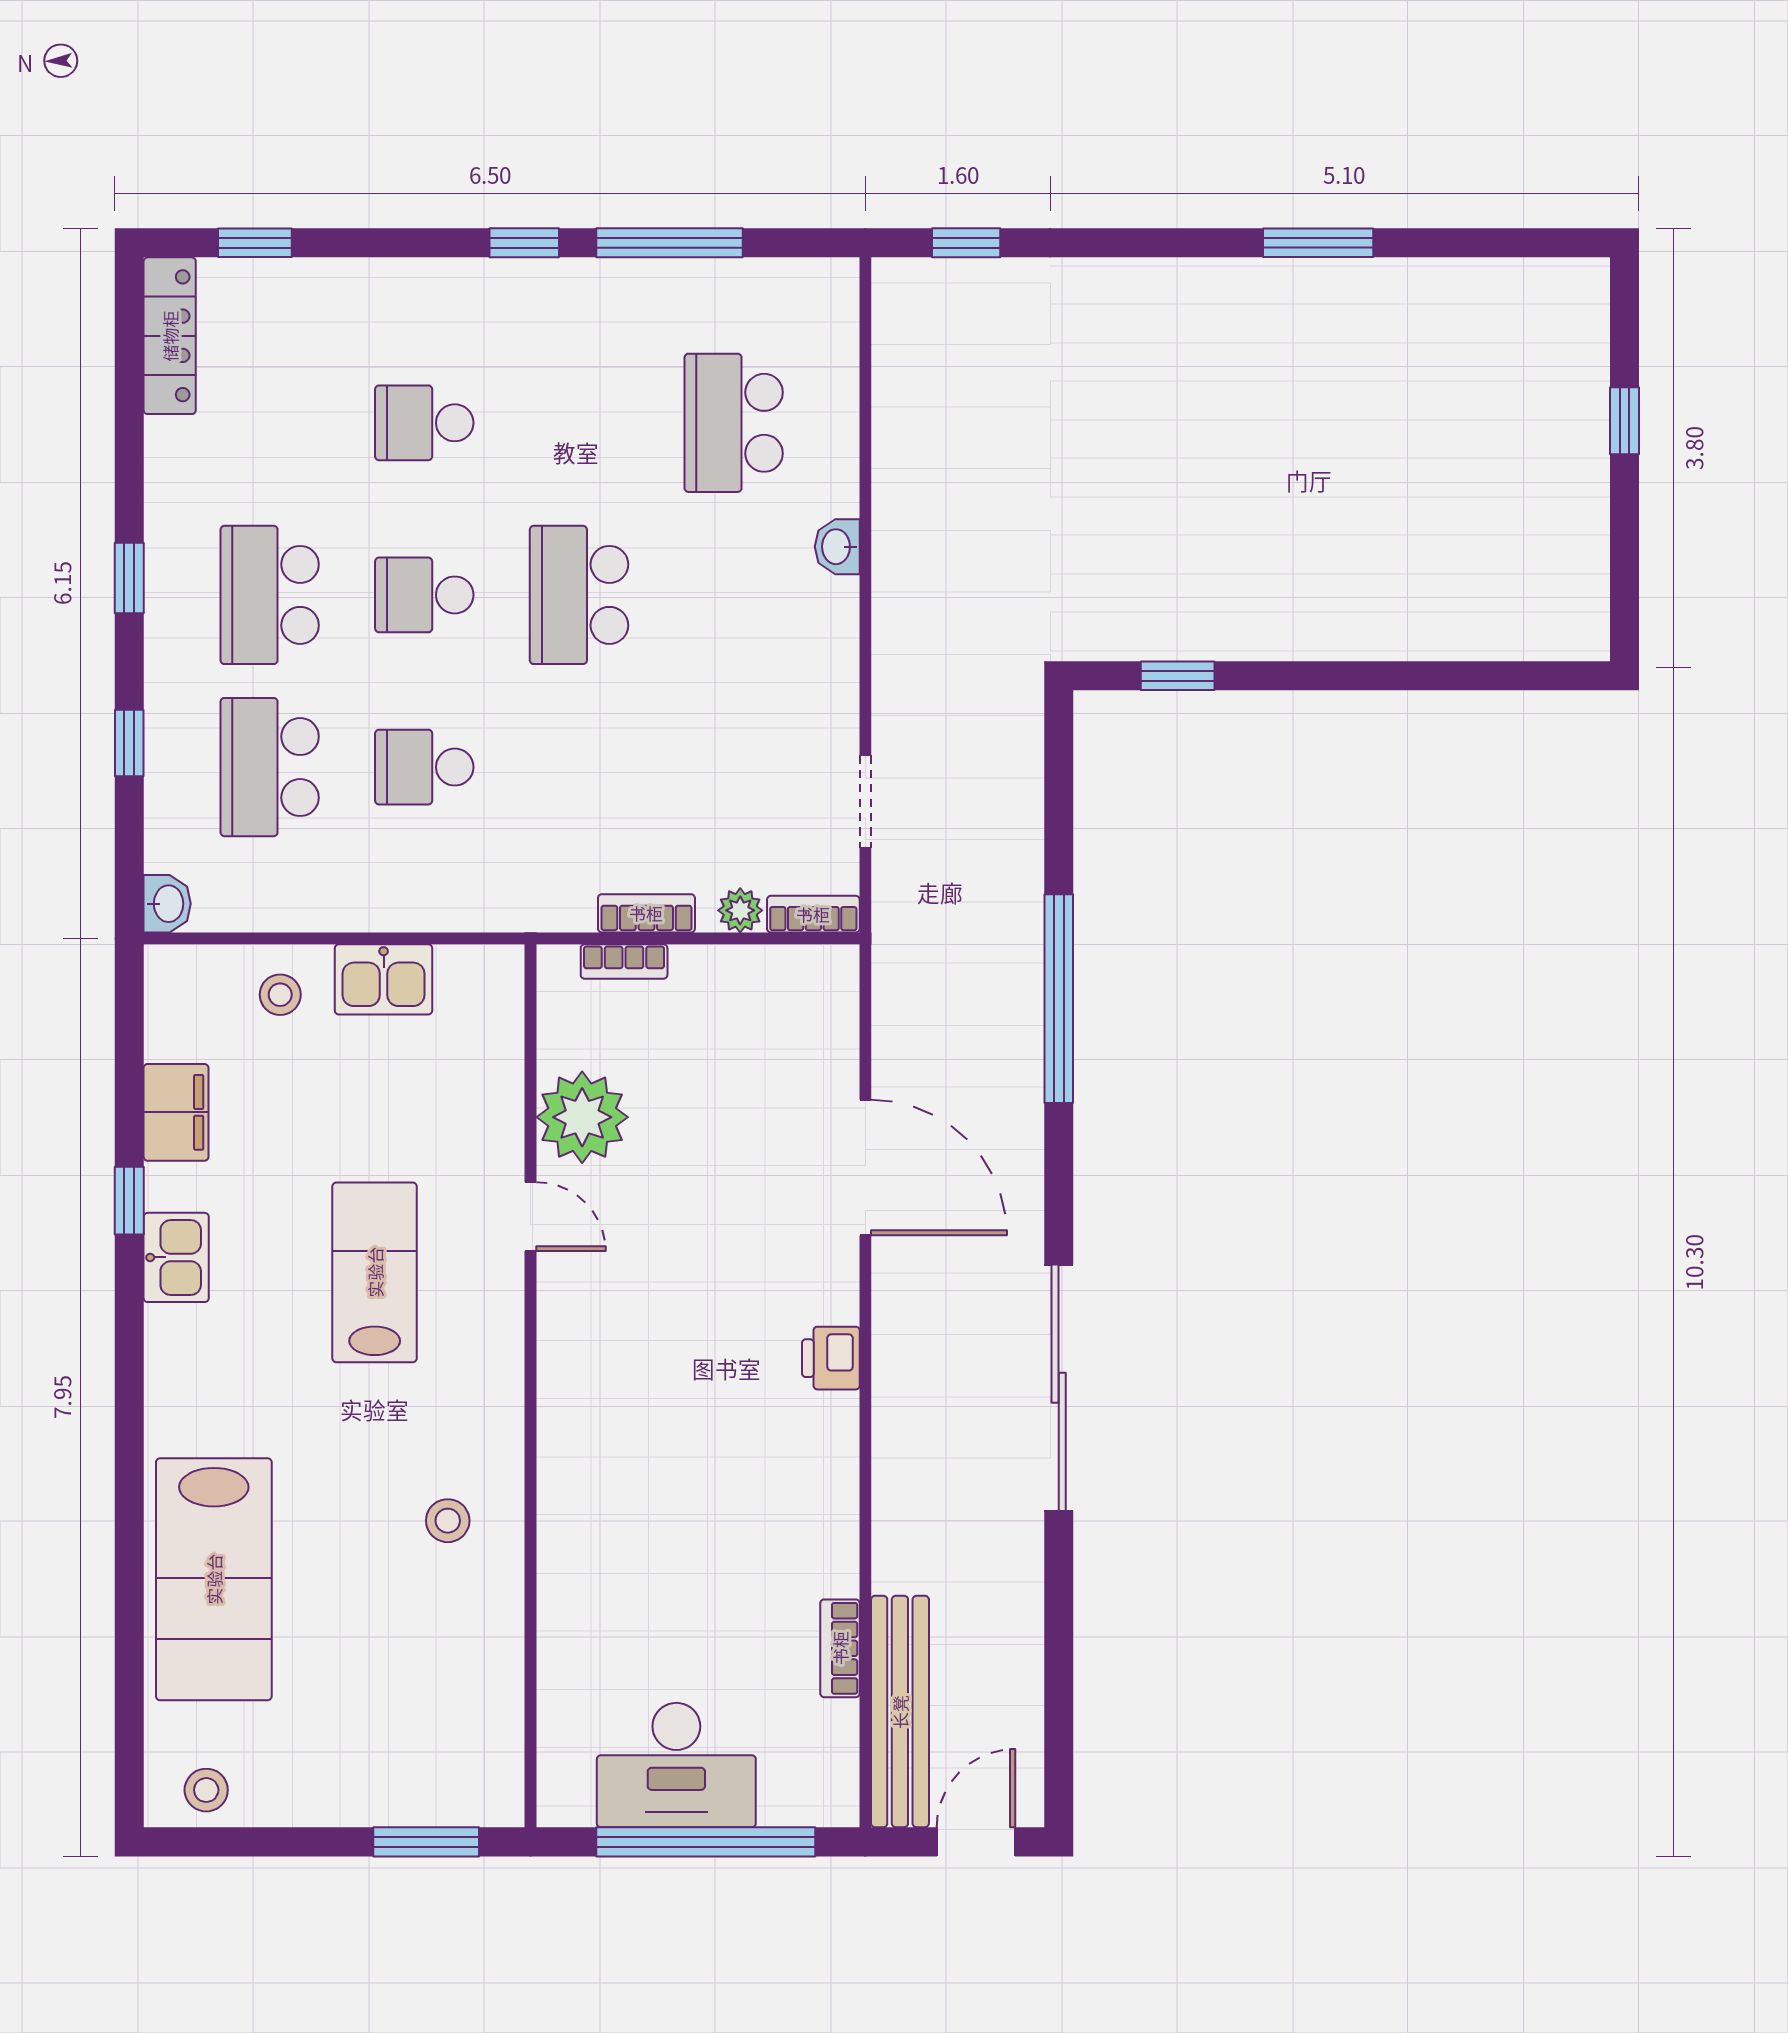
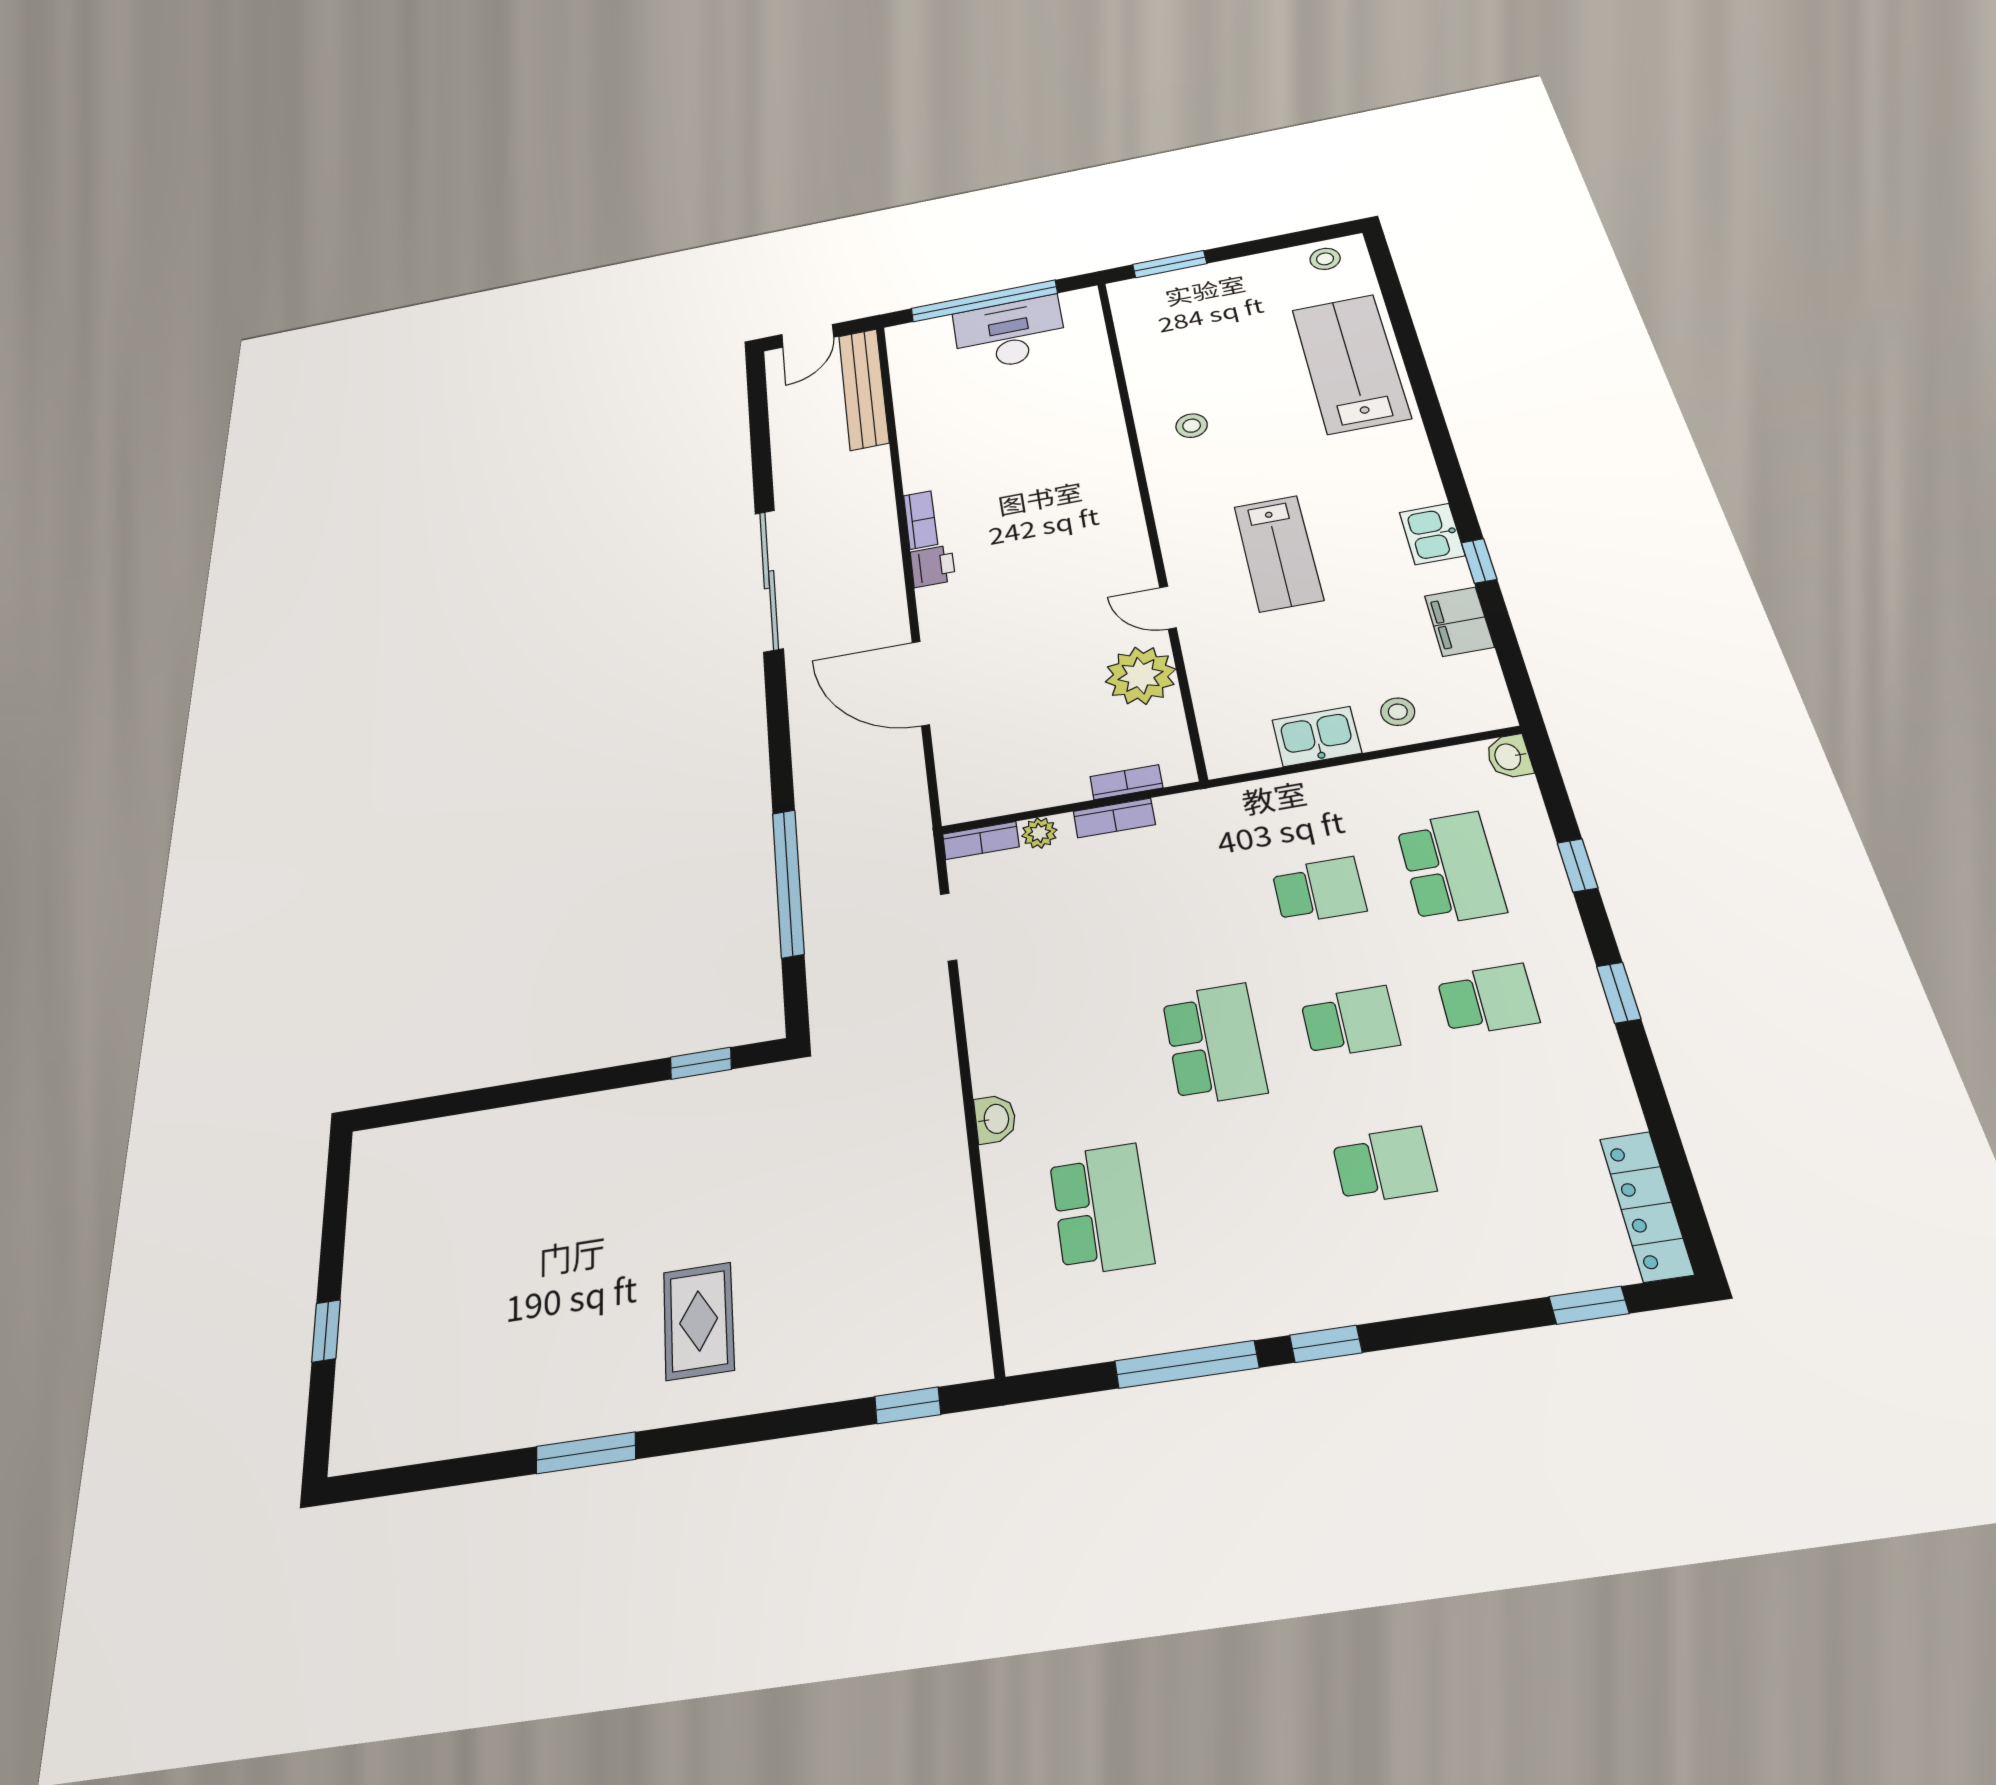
rug: (1190, 367) -> (699, 1321), added
school desk: (270, 595) -> (1488, 1000), width x0.54
window: (1059, 999) -> (788, 883), moved
bookcase: (840, 1648) -> (920, 520), moved

